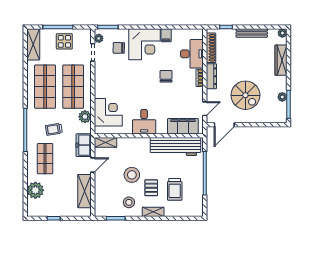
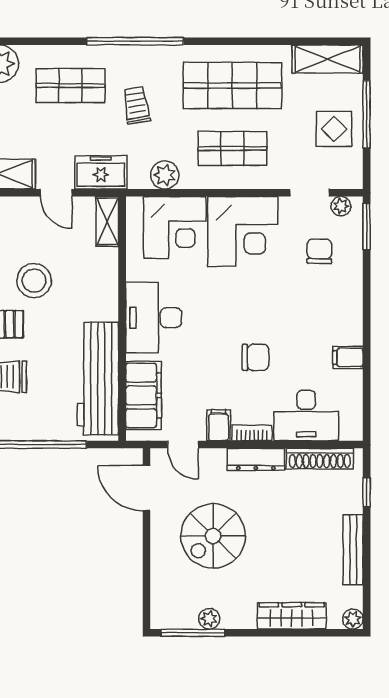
corner desk: (145, 44) -> (243, 232), moved, turned -90
shop shelf: (73, 87) -> (232, 148), width x0.70, depth x0.74
filing cabinet: (196, 93) -> (219, 425), added
desk: (144, 122) -> (154, 318), width x1.37

